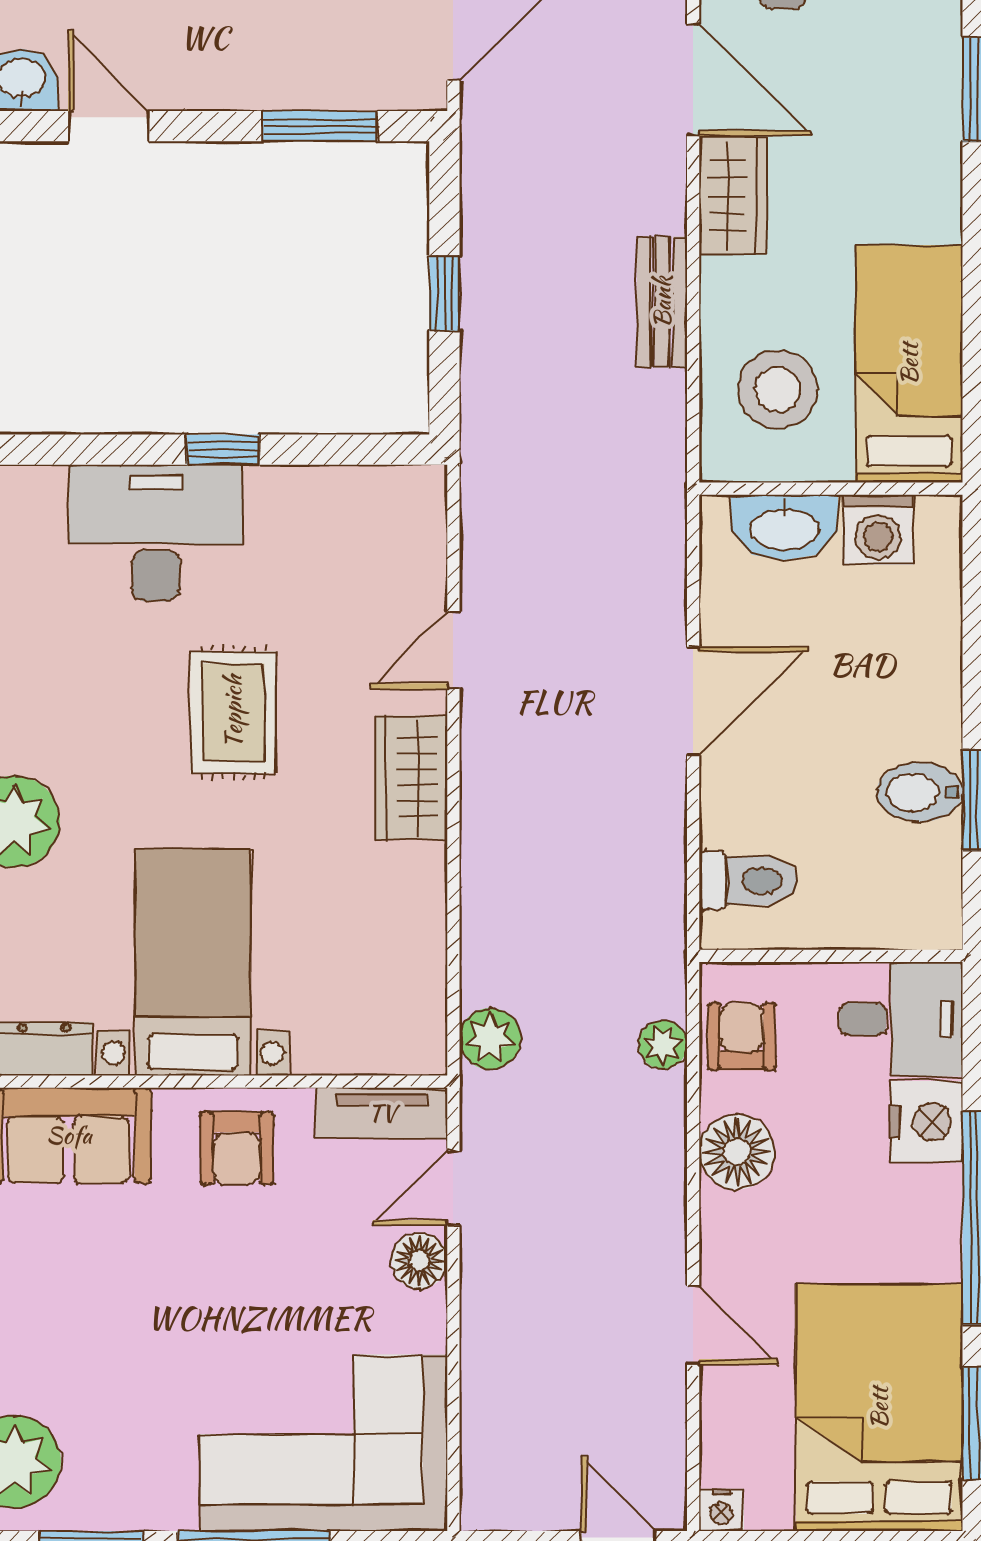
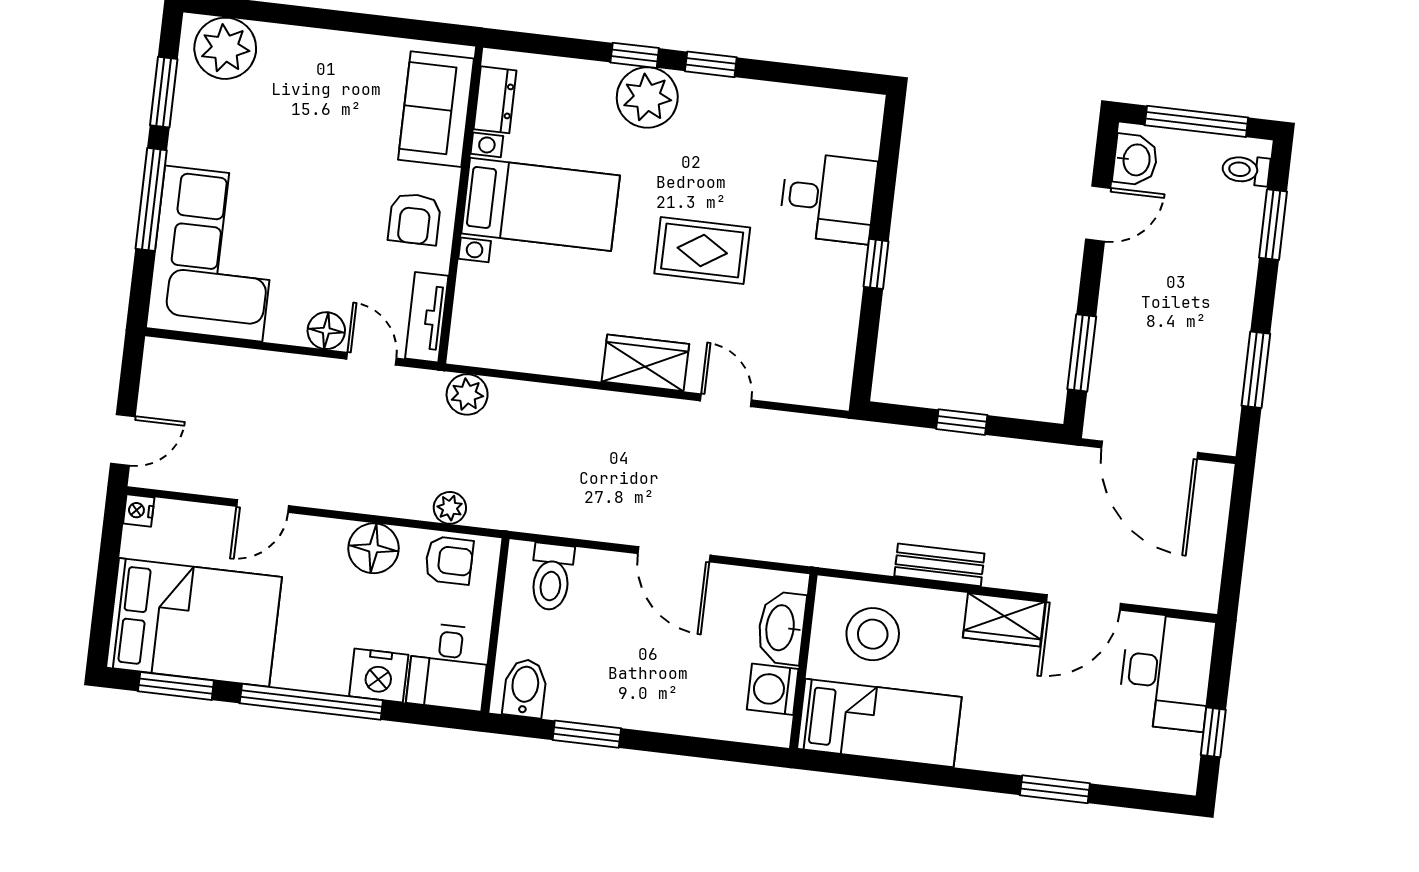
desk: (156, 533) -> (828, 198), width x0.73
bidet: (920, 792) -> (525, 688), moved
armchair: (237, 1148) -> (415, 219), turned -90

